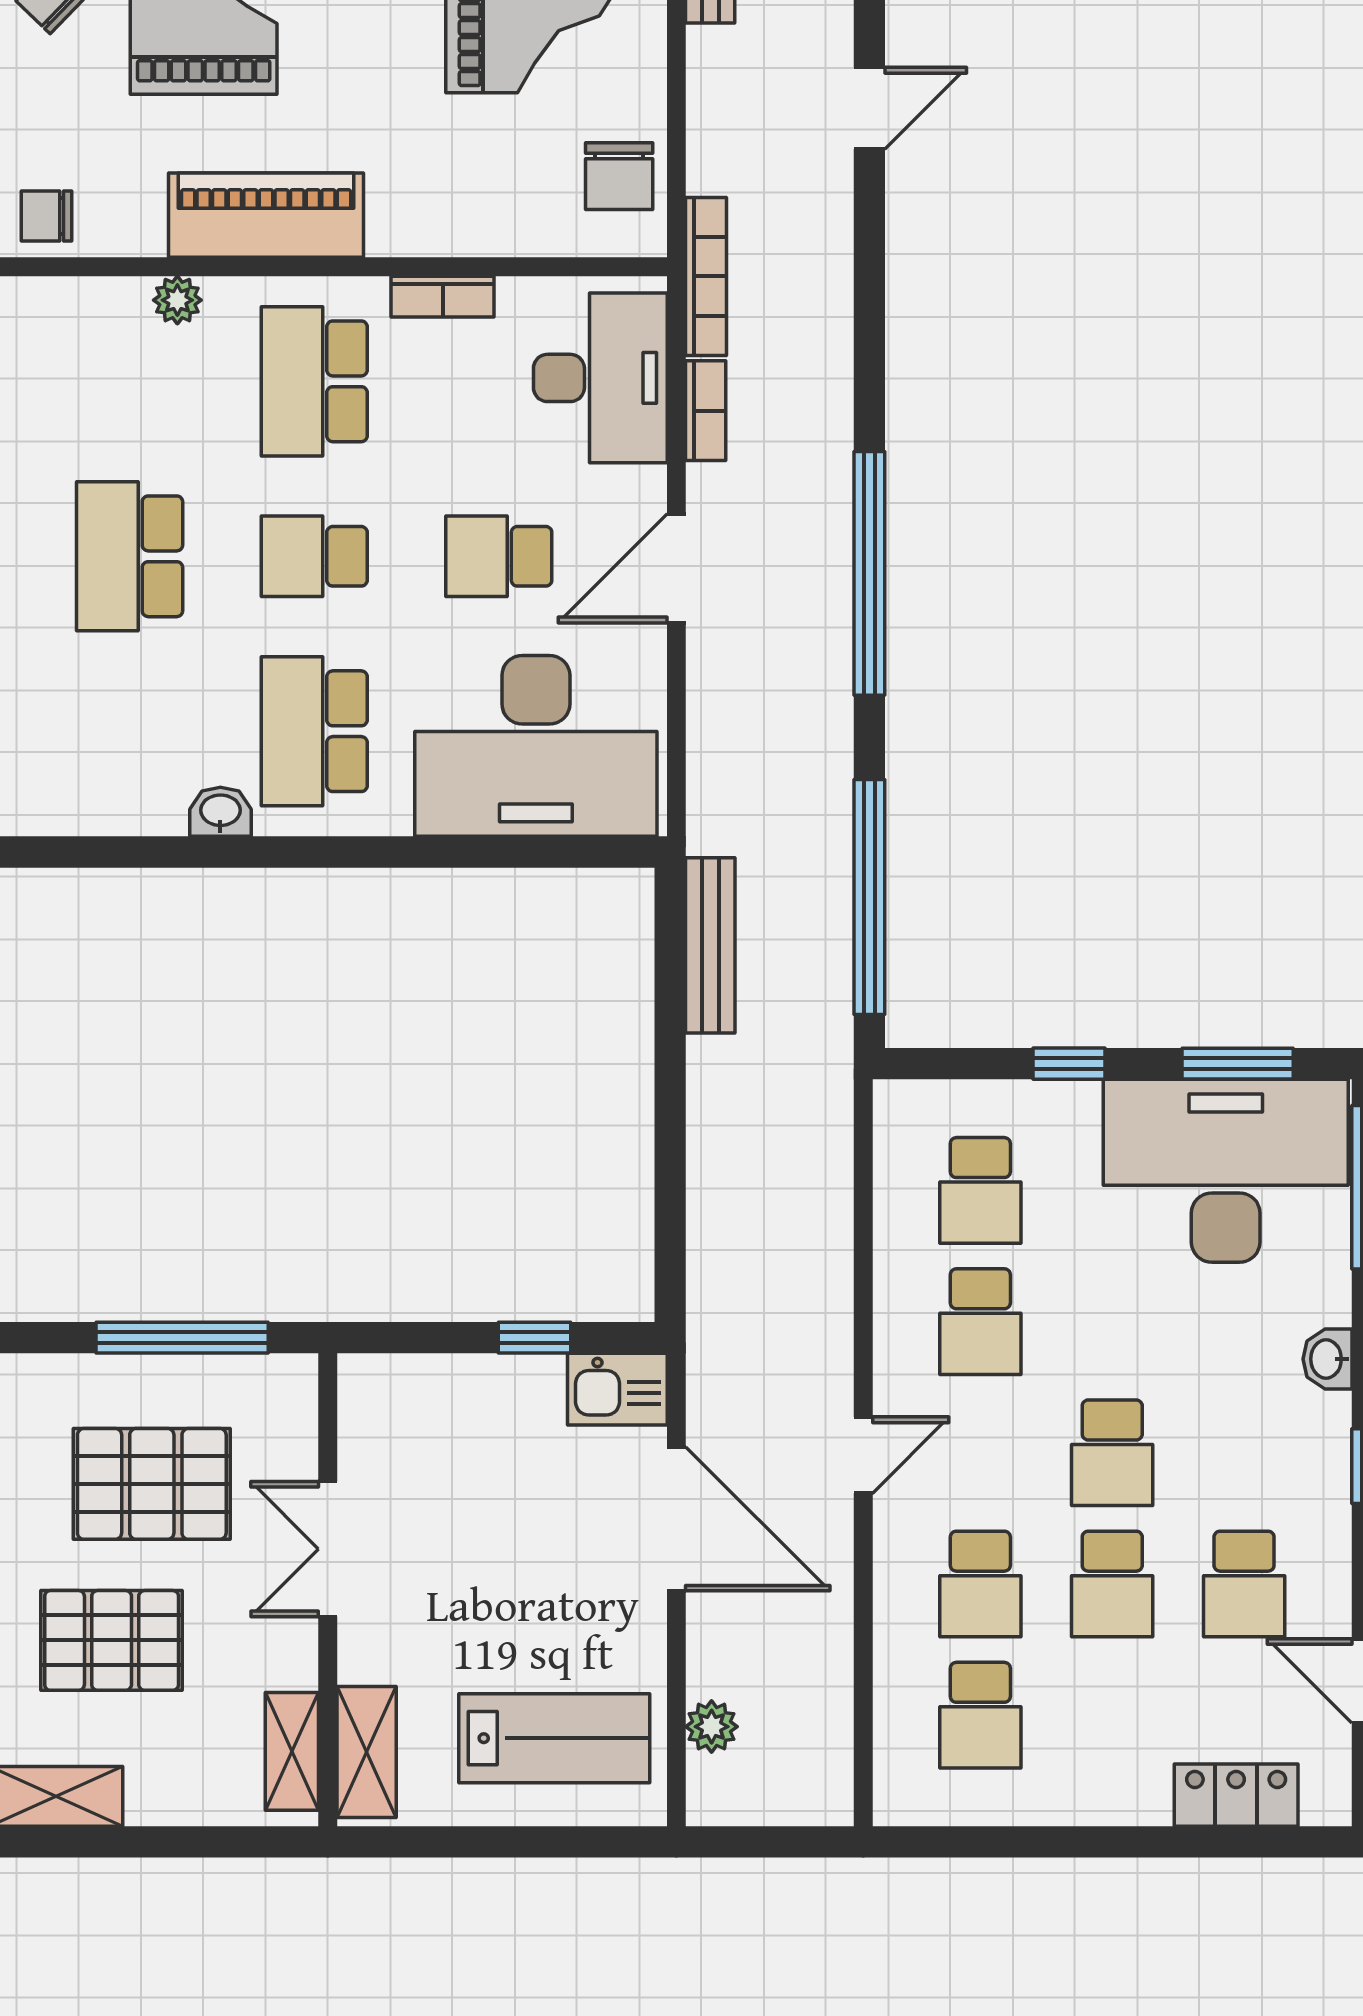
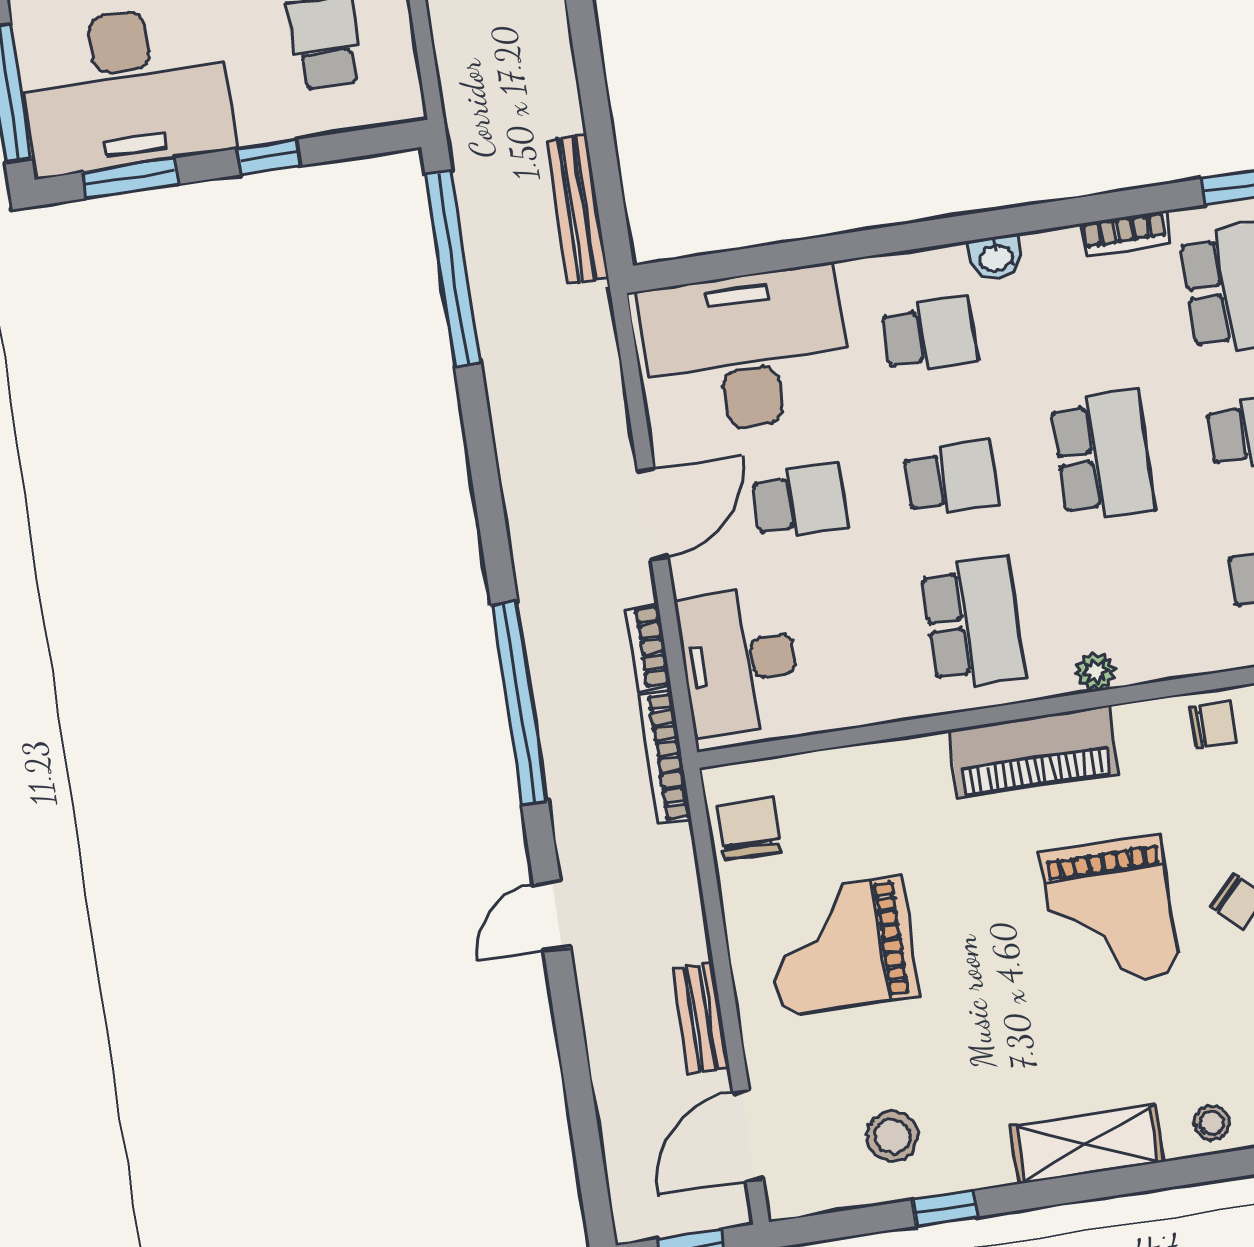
bookcase: (443, 297) -> (1125, 234), moved, turned 180
window: (869, 573) -> (520, 703), moved
school desk: (314, 731) -> (929, 335), width x0.54

